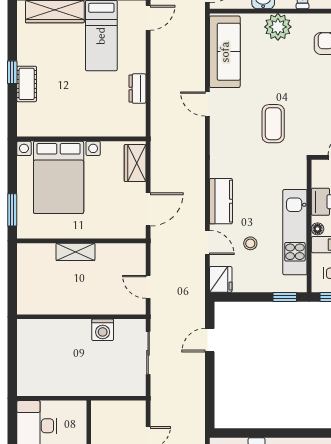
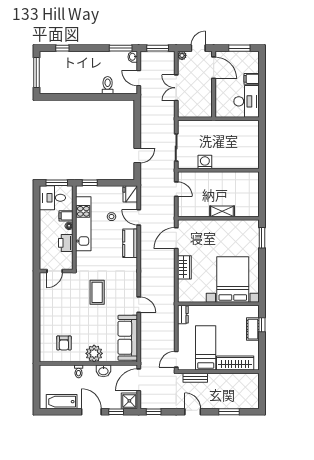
cot: (27, 84) -> (253, 329), moved
wall: (81, 139) -> (218, 304), moved
bed with nightstands: (59, 177) -> (233, 279), moved

